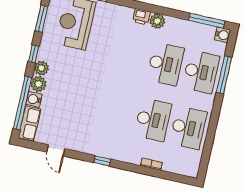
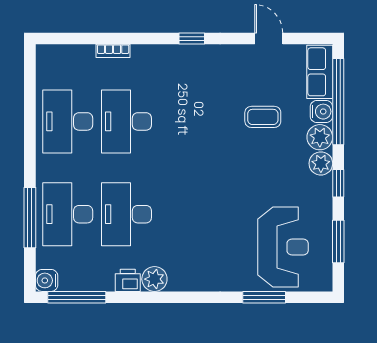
printer: (141, 17) -> (128, 280), moved
coffee table: (70, 104) -> (263, 117), added

